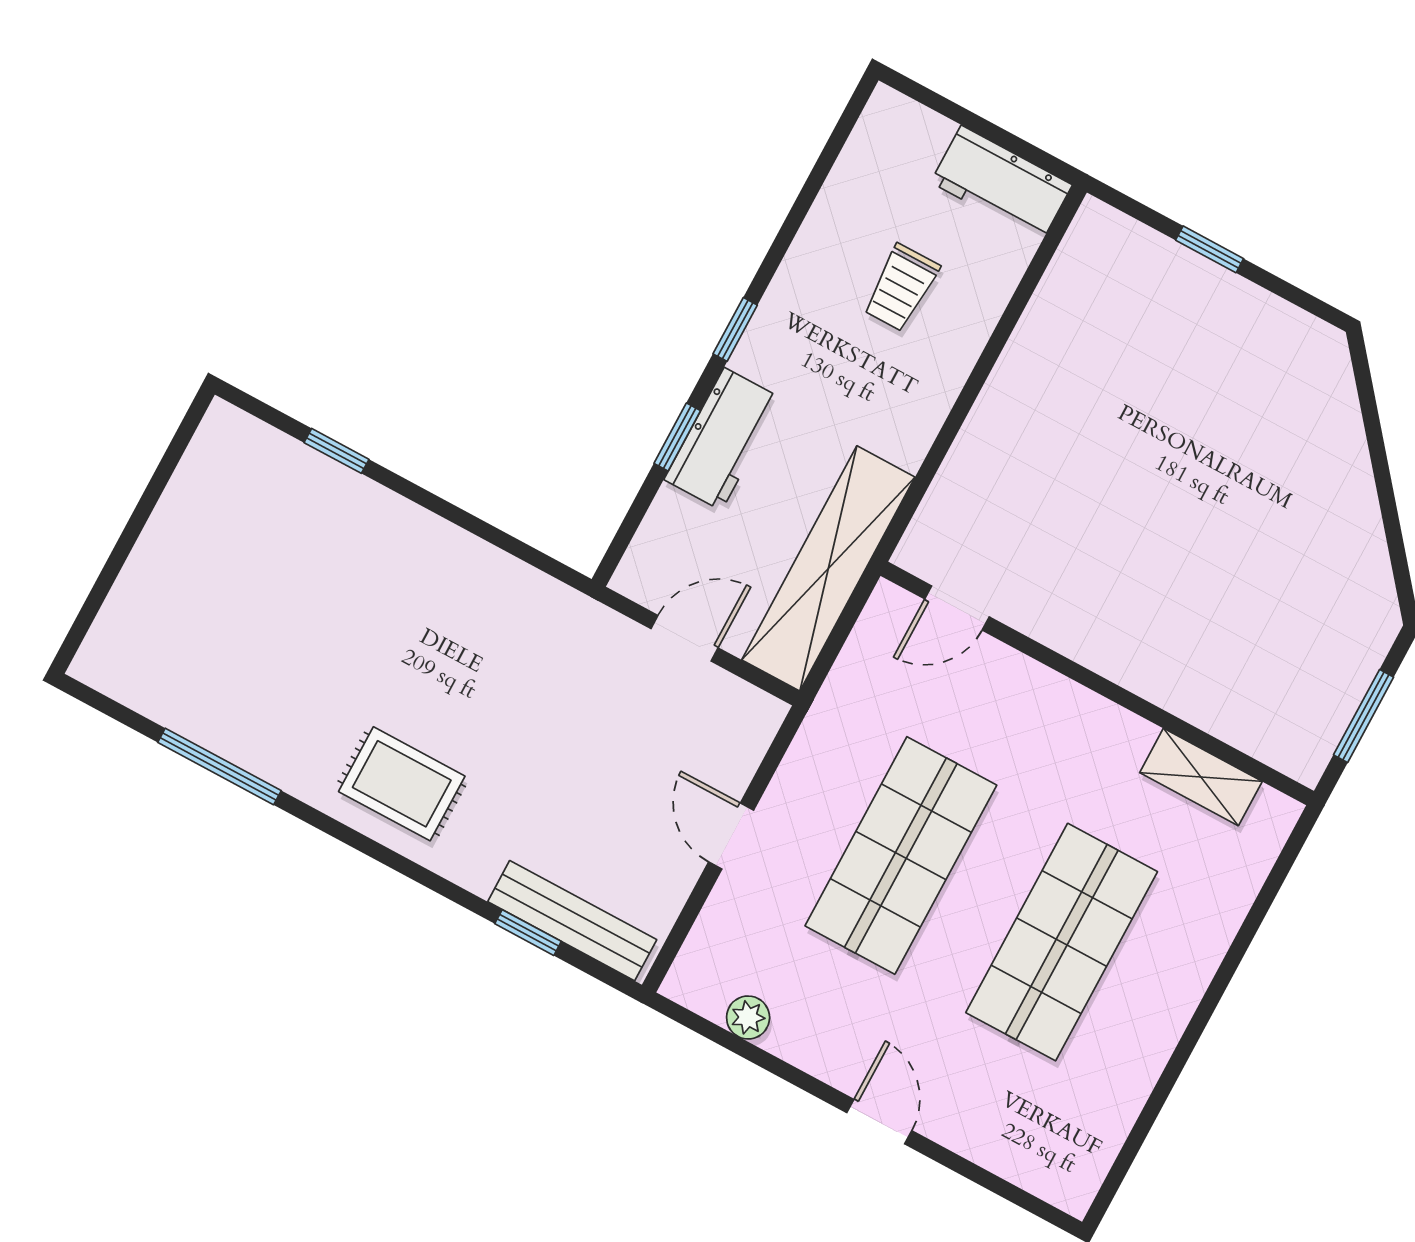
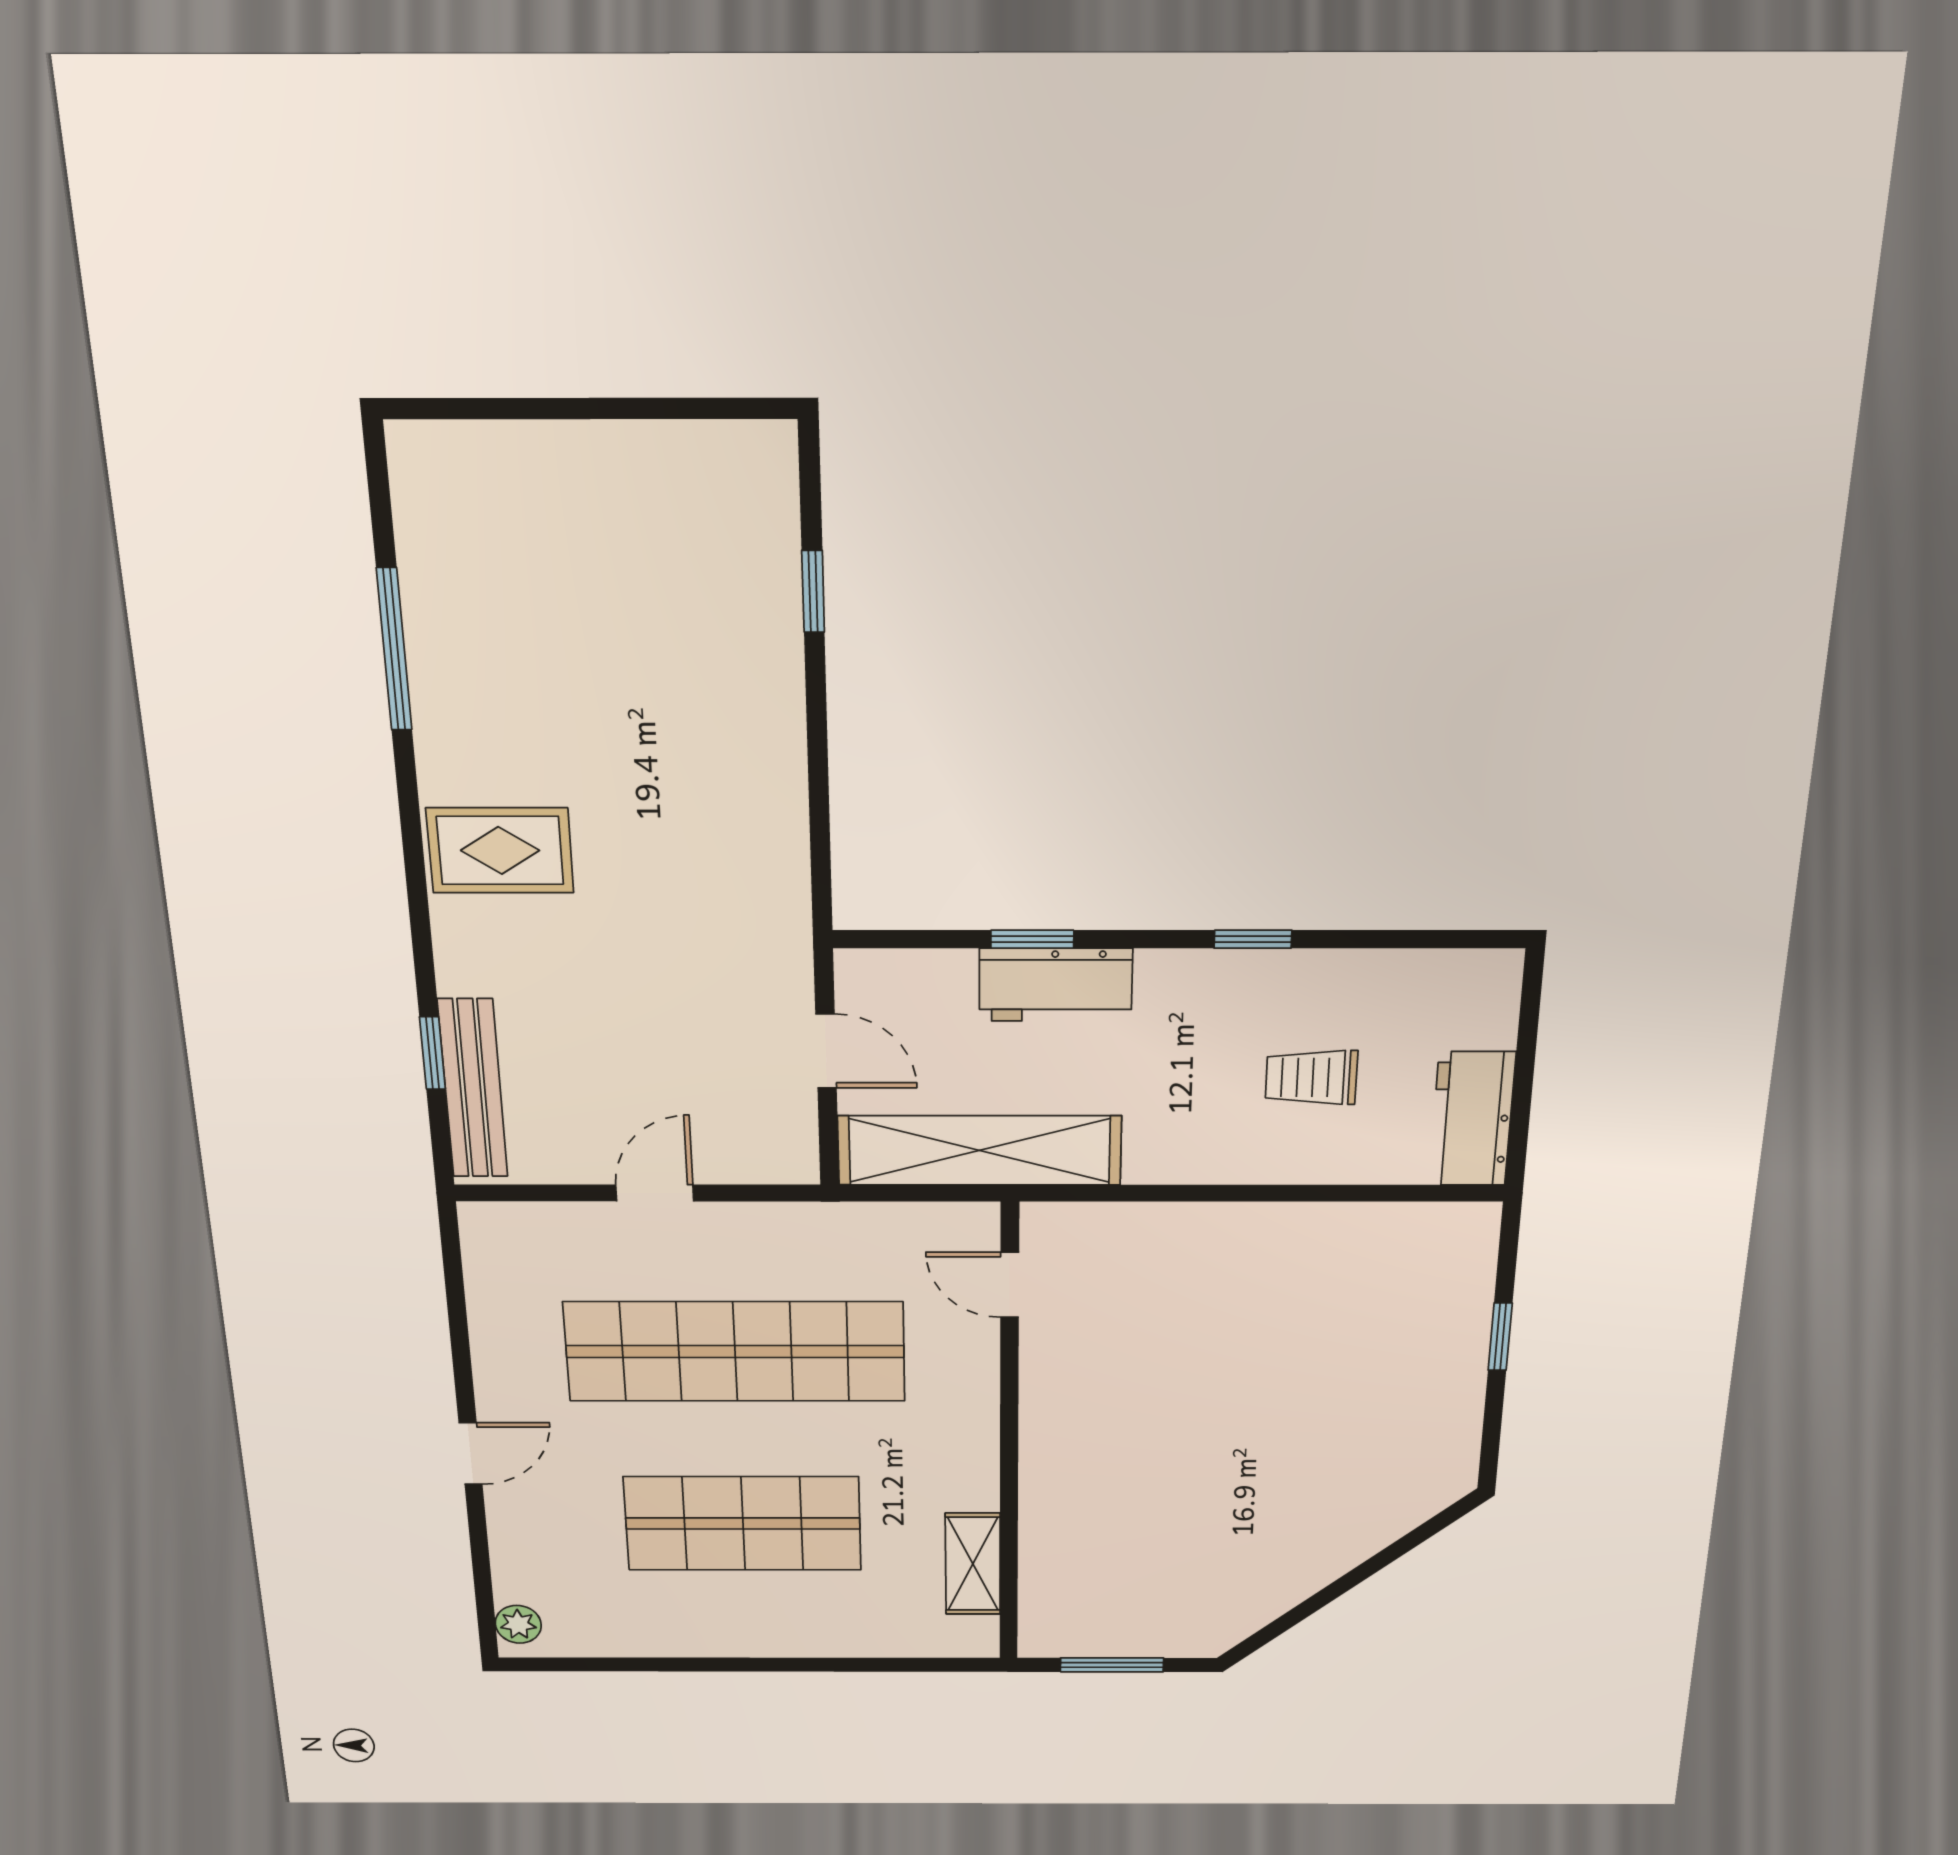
window: (735, 329) -> (1253, 939), moved
rug: (402, 784) -> (500, 850), turned 90
shop shelf: (901, 856) -> (735, 1352), width x1.40
plant: (748, 1018) -> (518, 1624), moved

